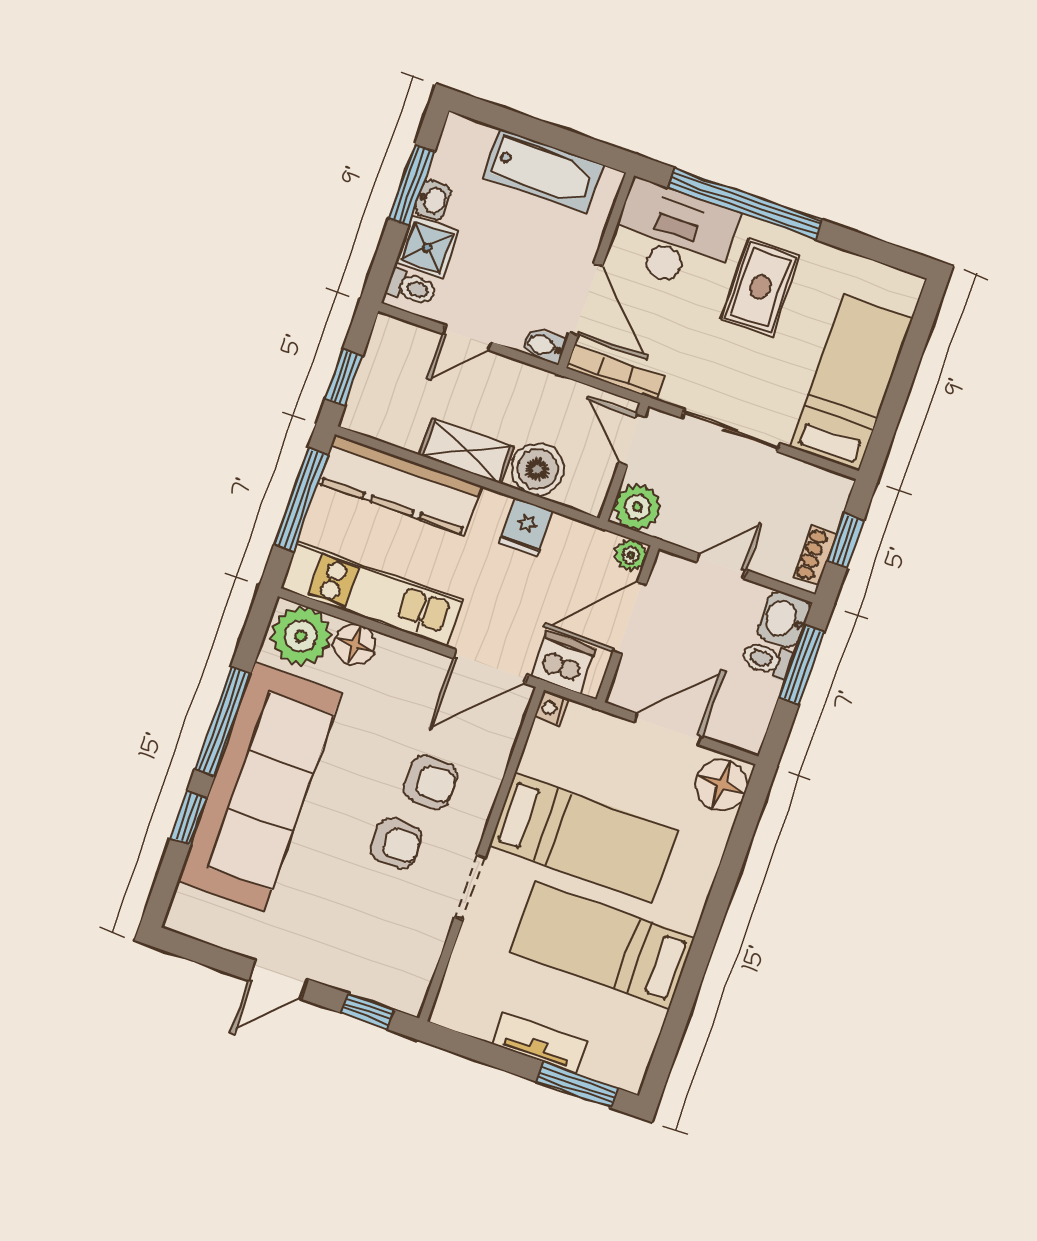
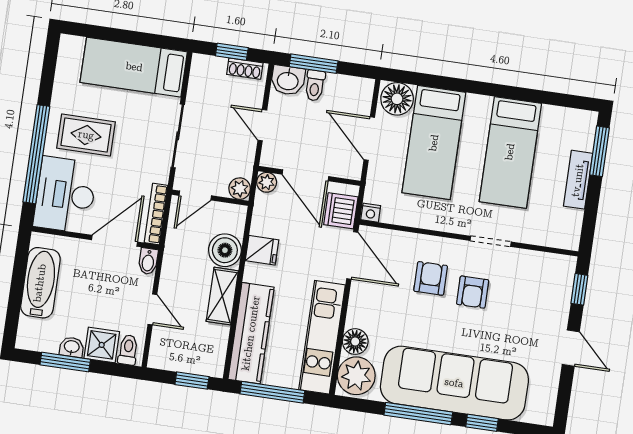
plant: (637, 507) -> (240, 189), width x0.73, depth x0.73
bed: (583, 838) -> (434, 143), moved, turned 180
armchair: (396, 843) -> (473, 292), turned 180

